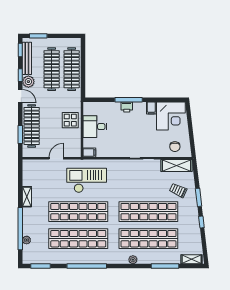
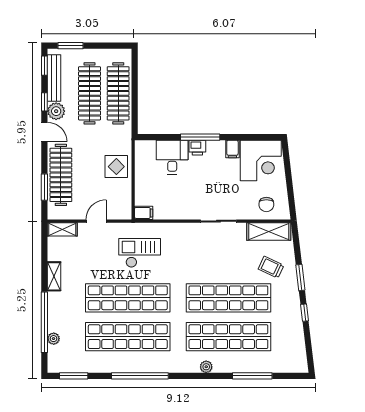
desk: (95, 127) -> (172, 157), moved, turned 90
checkout: (87, 180) -> (140, 253), width x0.73, depth x0.83
shelving: (192, 259) -> (62, 229), moved

